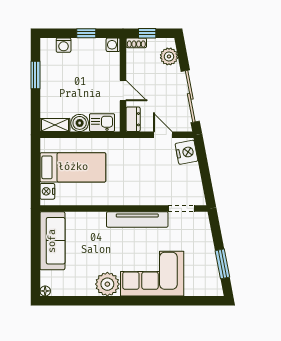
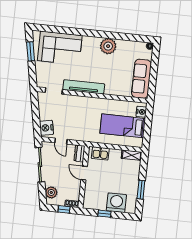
washing machine: (64, 45) -> (116, 203), width x1.89, depth x1.89
washing machine: (113, 45) -> (87, 204), removed
boiler: (80, 123) -> (115, 155), removed
corner sofa: (152, 274) -> (60, 48), moved

